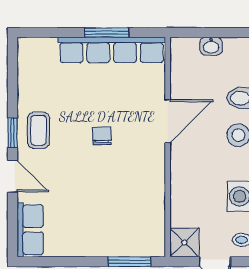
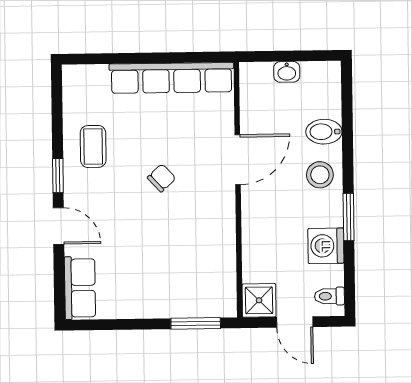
window: (107, 33) -> (165, 58), removed
coffee table: (39, 130) -> (93, 146), moved
chair: (102, 136) -> (162, 178), turned 47

